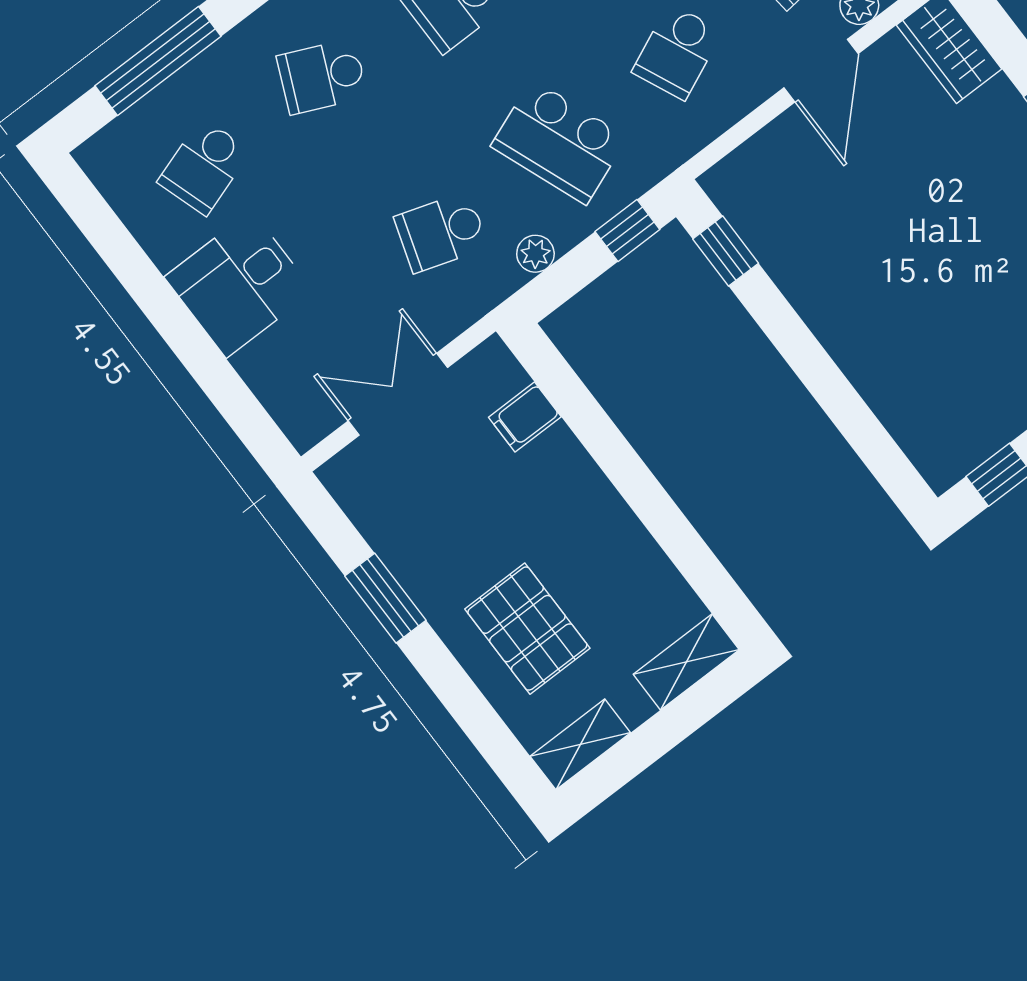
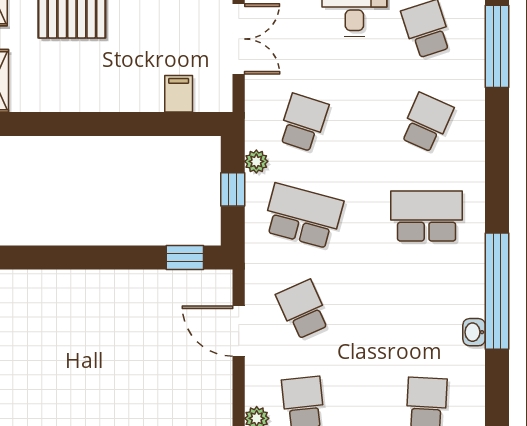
door: (821, 71) -> (239, 331), moved
school desk: (559, 142) -> (303, 216), turned 36
window: (627, 231) -> (233, 189), moved

